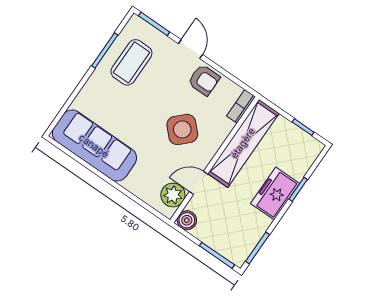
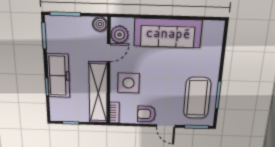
coffee table: (131, 62) -> (197, 98), width x1.36, depth x1.32
side table: (182, 129) -> (128, 83), moved, turned 45
sofa: (94, 146) -> (168, 33), moved
freezer: (275, 194) -> (58, 76), width x1.40

